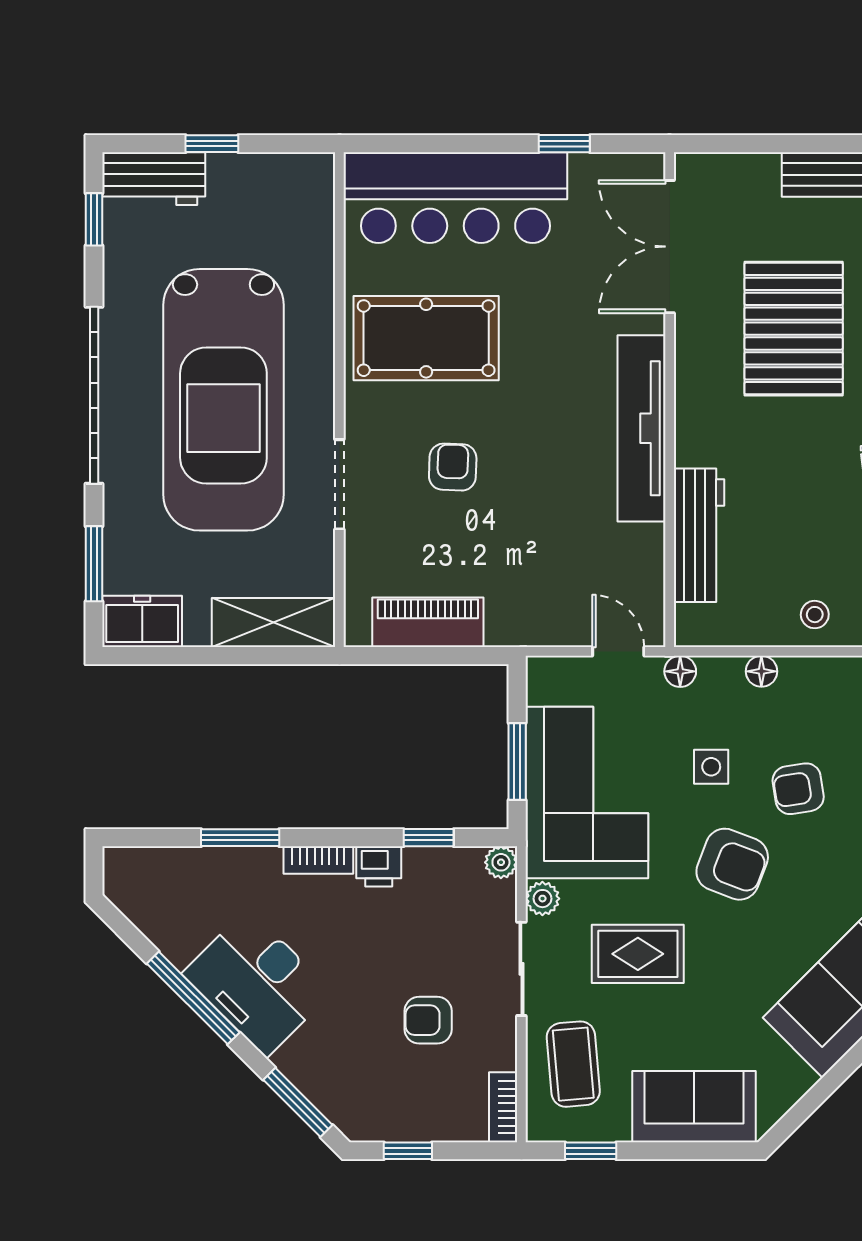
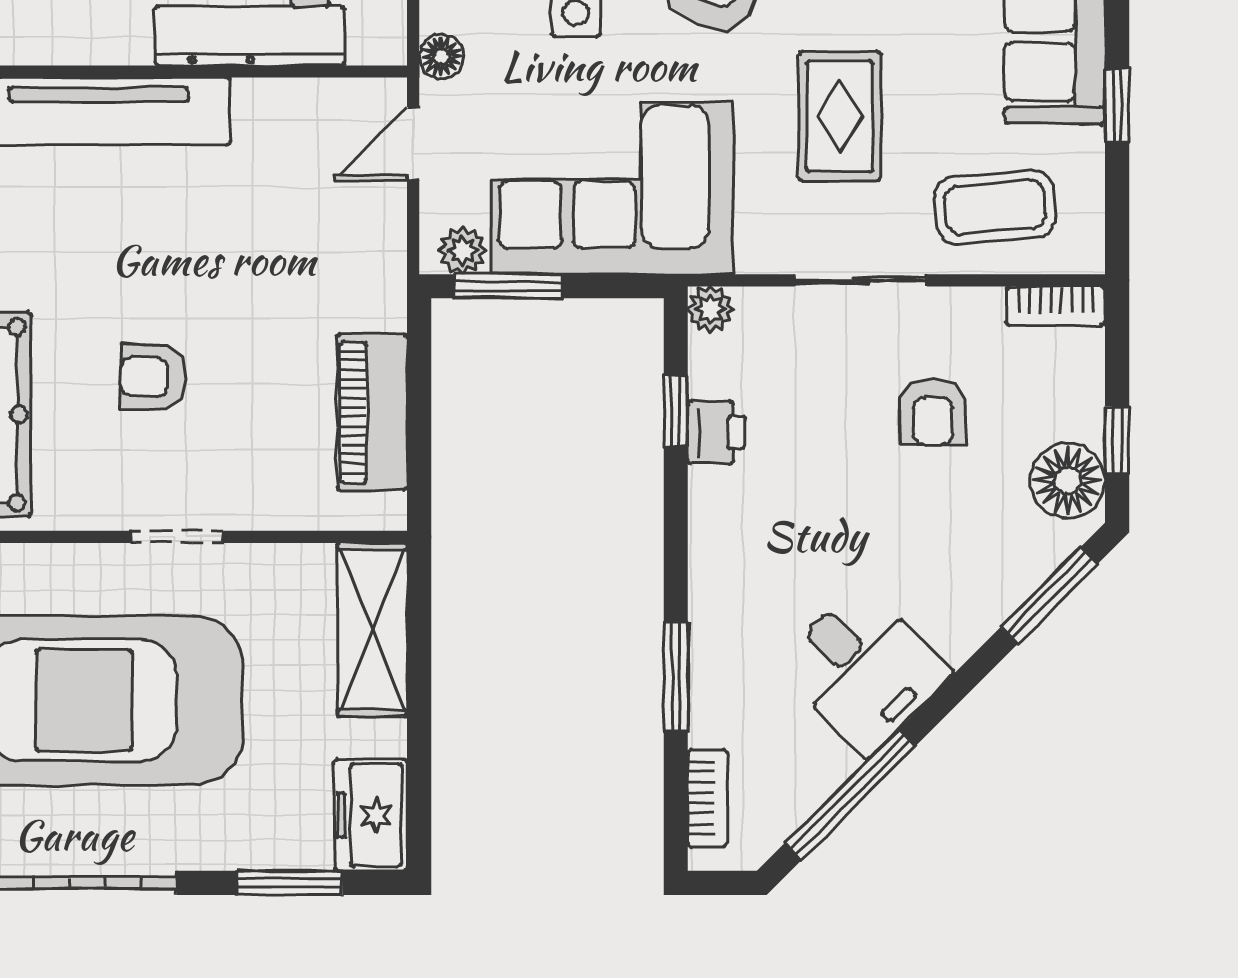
doorway: (339, 484) -> (178, 537), width x0.73
window: (517, 761) -> (508, 286), moved
bookcase: (318, 860) -> (707, 798), moved
printer: (379, 866) -> (716, 432), moved
plant: (542, 899) -> (463, 251), moved
desk: (257, 983) -> (864, 669), width x0.73
window: (193, 998) -> (850, 795), moved
floor lamp: (379, 1116) -> (1068, 480), added
window: (591, 1151) -> (1117, 105), moved

